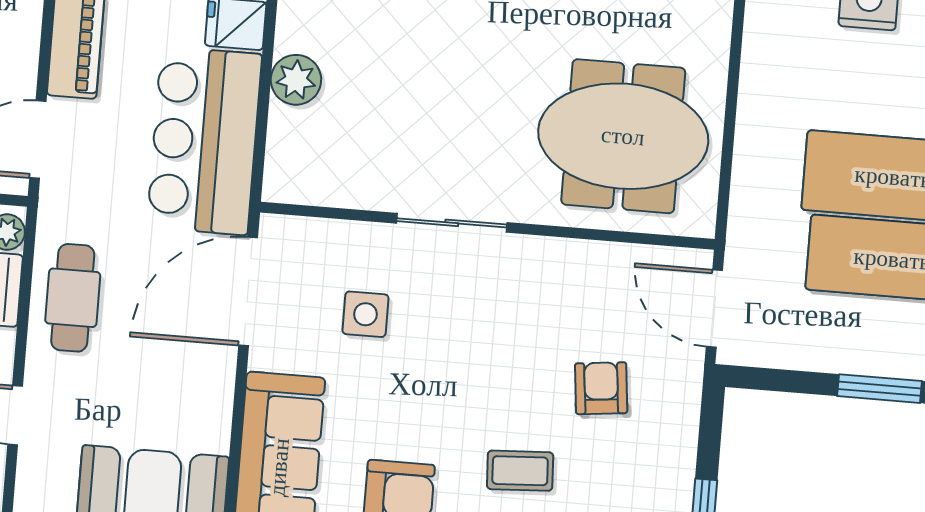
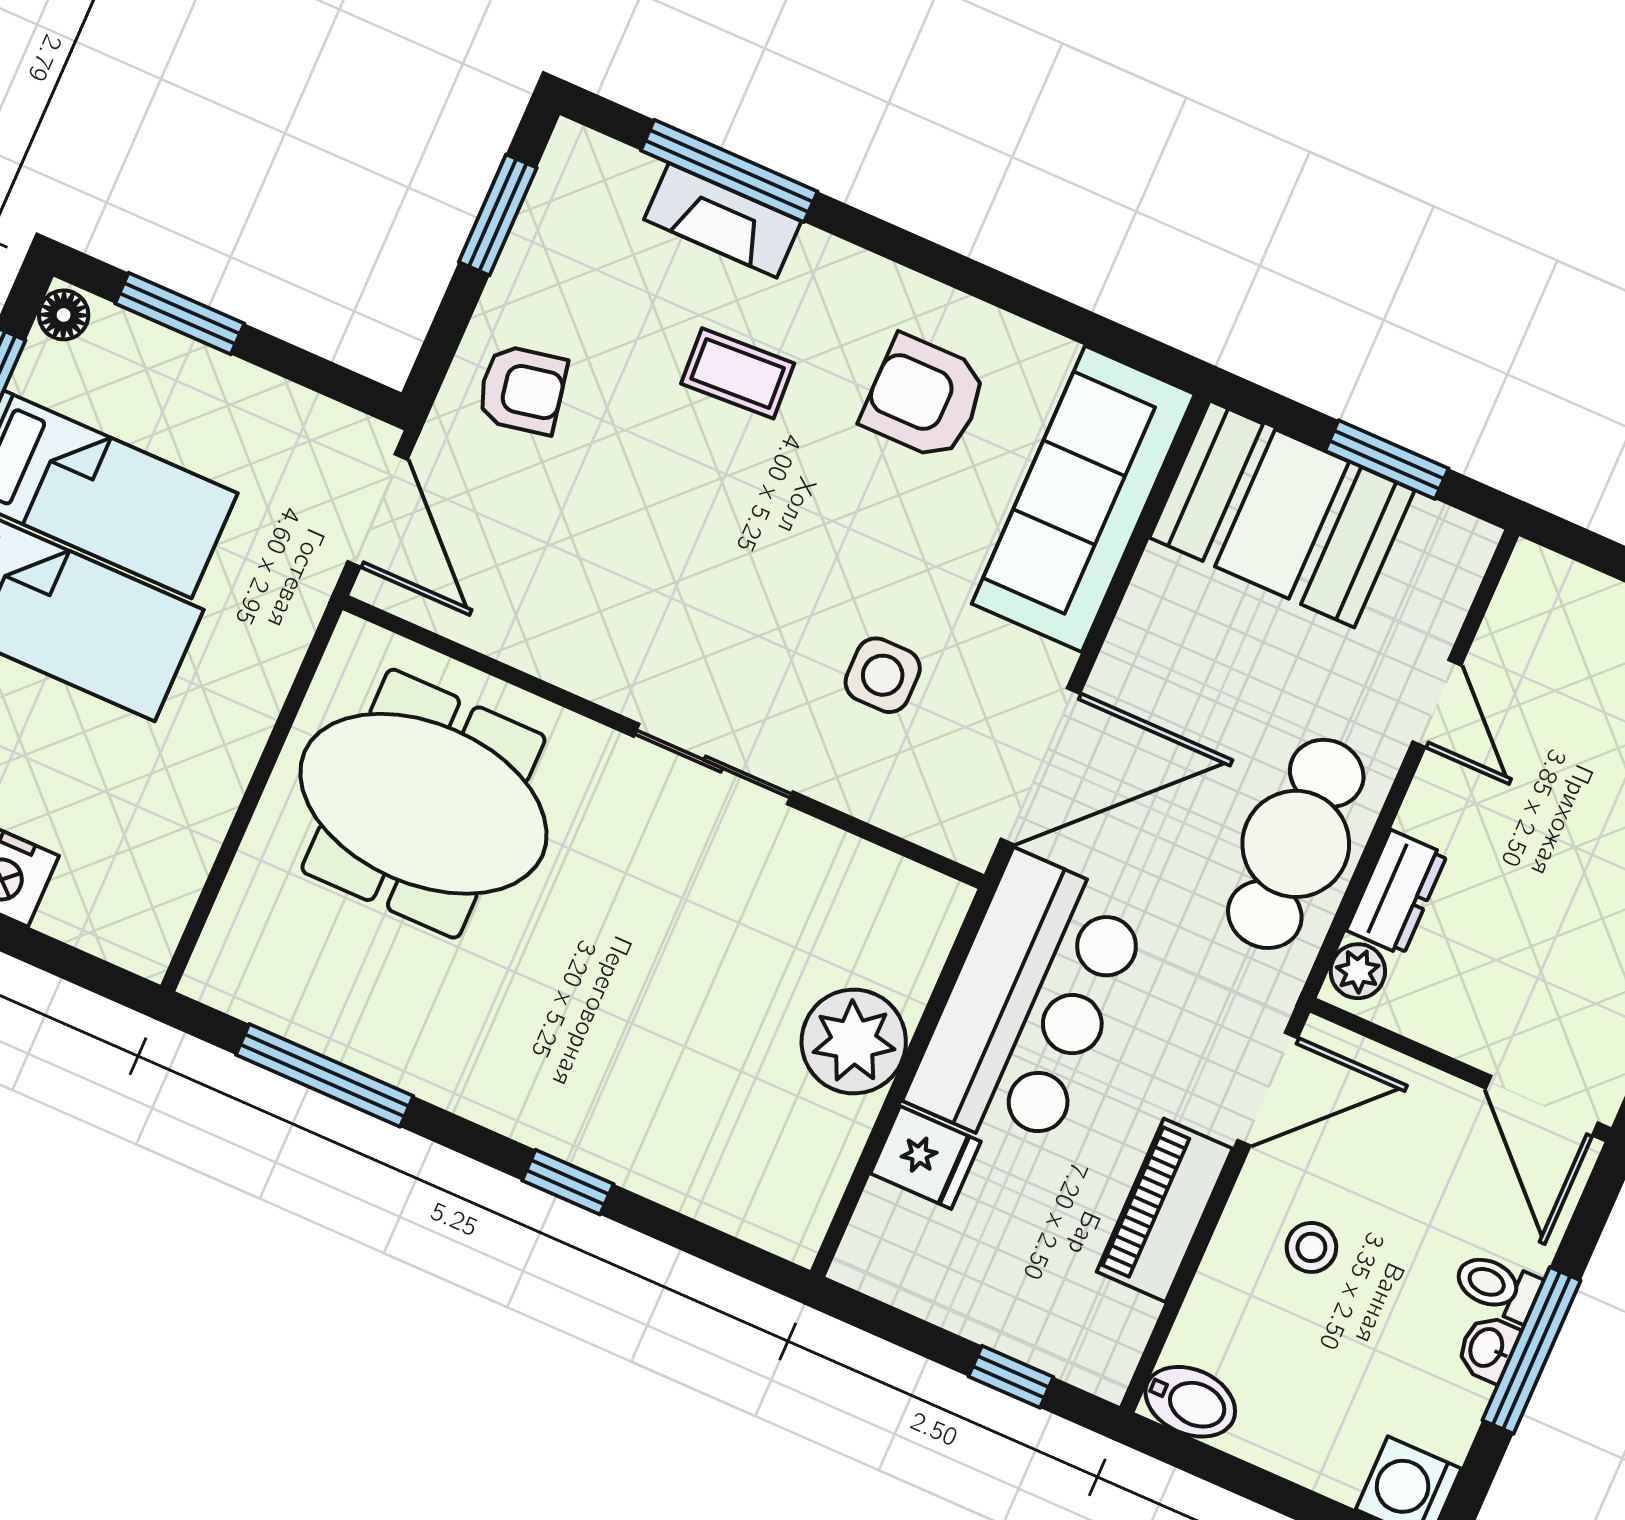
plant: (296, 80) -> (854, 1042), width x1.36, depth x1.36
cafe table: (73, 298) -> (1296, 844), width x1.37, depth x1.35
armchair: (601, 388) -> (522, 390), moved, turned -95

